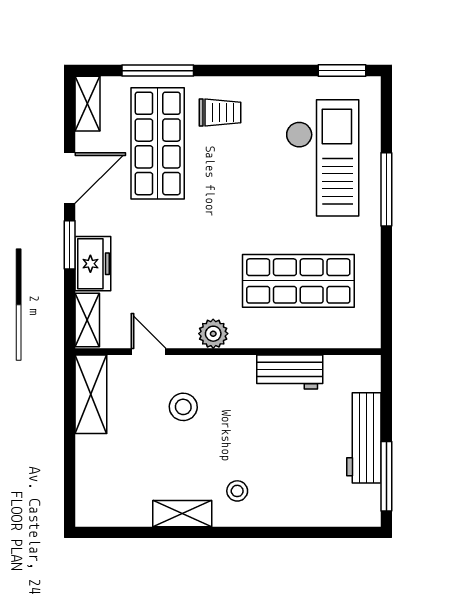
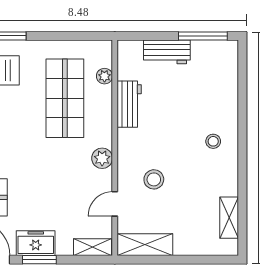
freezer: (93, 264) -> (36, 243), moved
plant: (330, 337) -> (104, 76), added
workbench: (364, 438) -> (167, 52), width x0.73
shelving: (182, 514) -> (229, 218), moved

